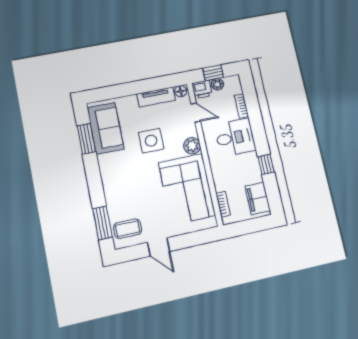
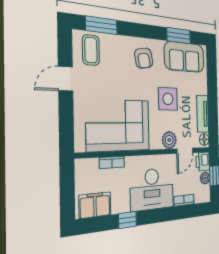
desk: (235, 137) -> (152, 189), width x1.37
plant: (192, 146) -> (169, 140), moved
armchair: (120, 174) -> (144, 58), added
bookcase: (223, 204) -> (112, 162), moved

